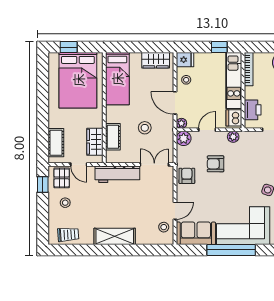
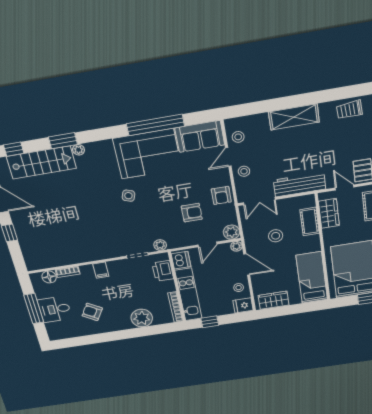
plant: (233, 137) -> (160, 245), moved
stool: (65, 203) -> (244, 171), moved

